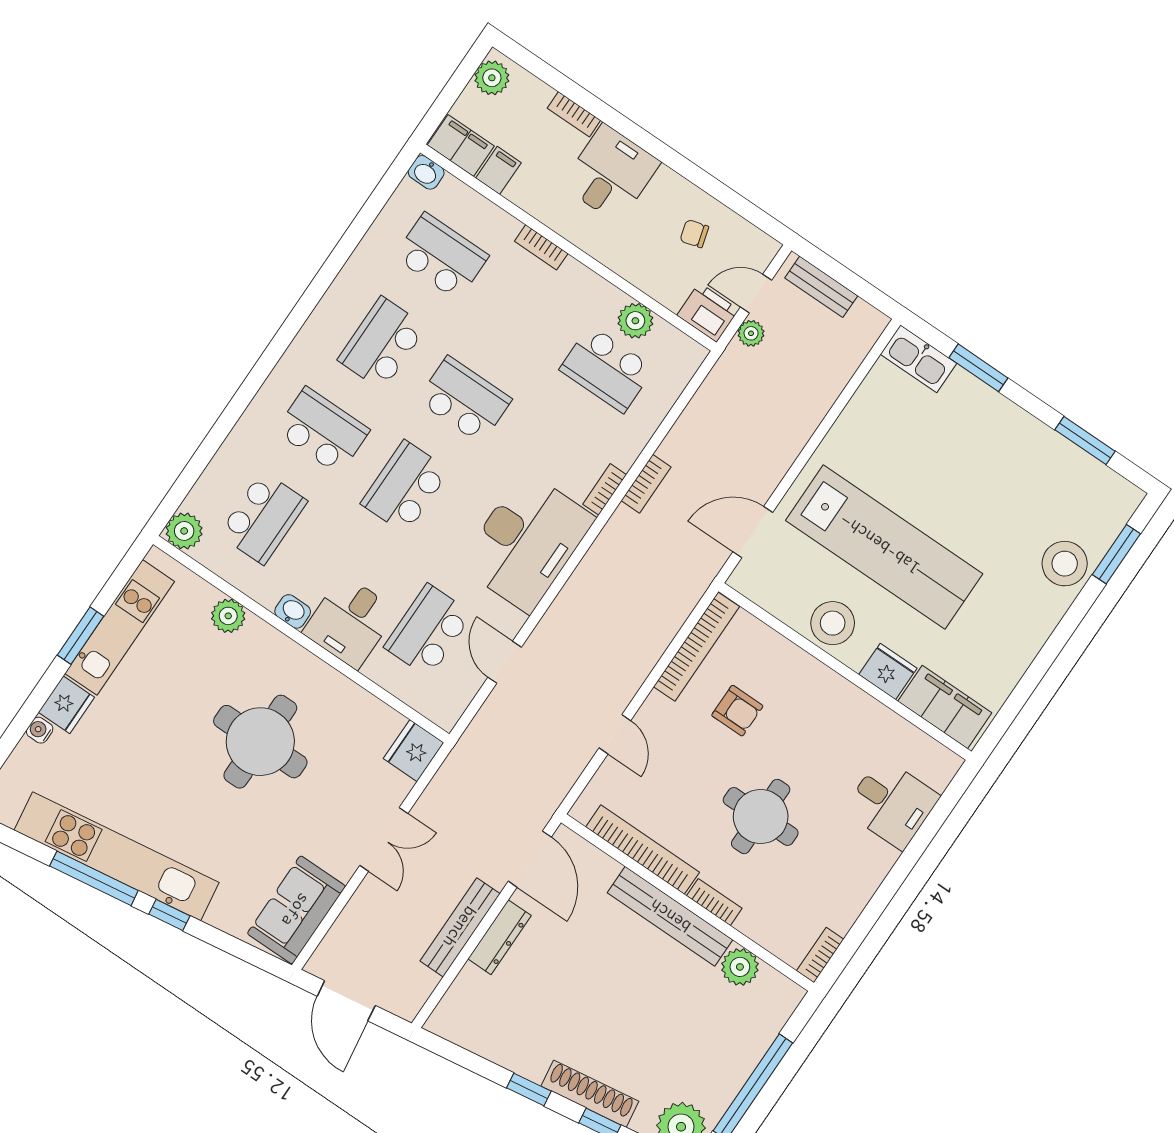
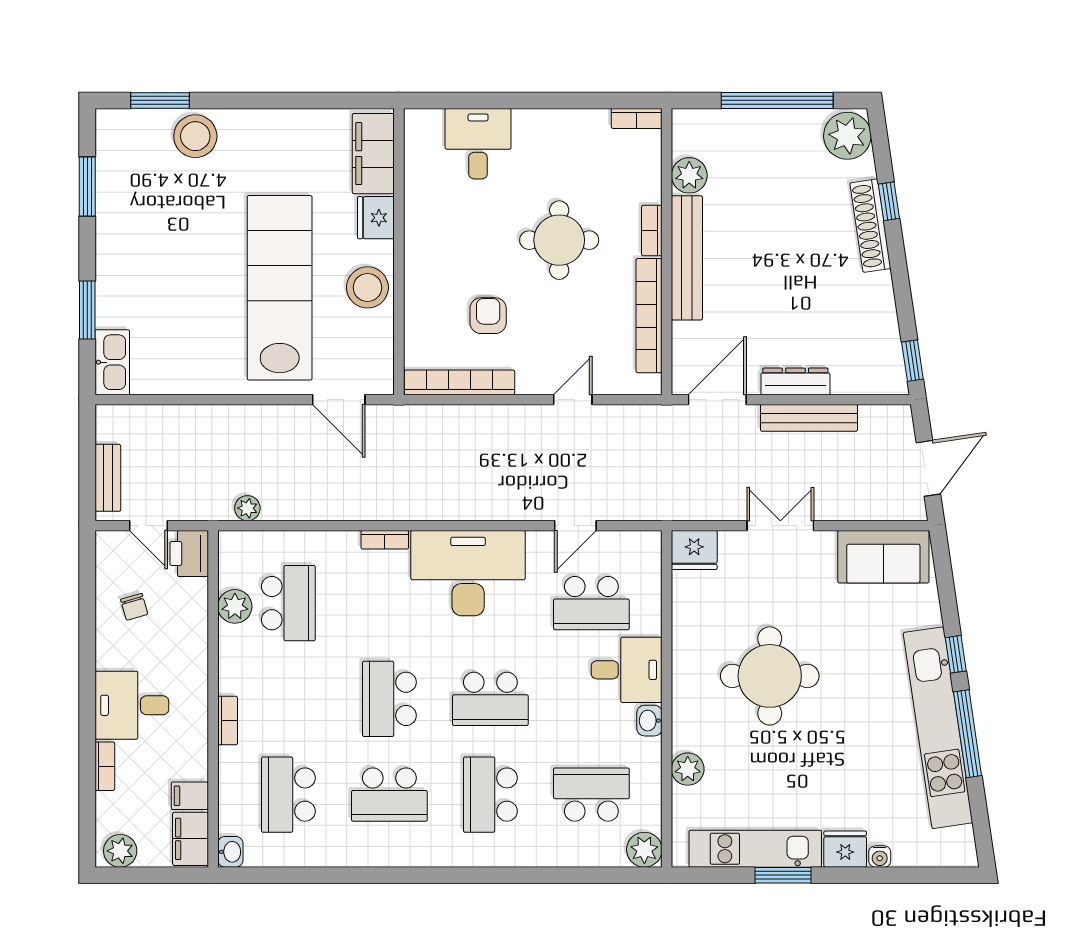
plant: (751, 333) -> (247, 508), moved
bookcase: (646, 484) -> (358, 510), removed
window: (529, 1089) -> (912, 361), moved

